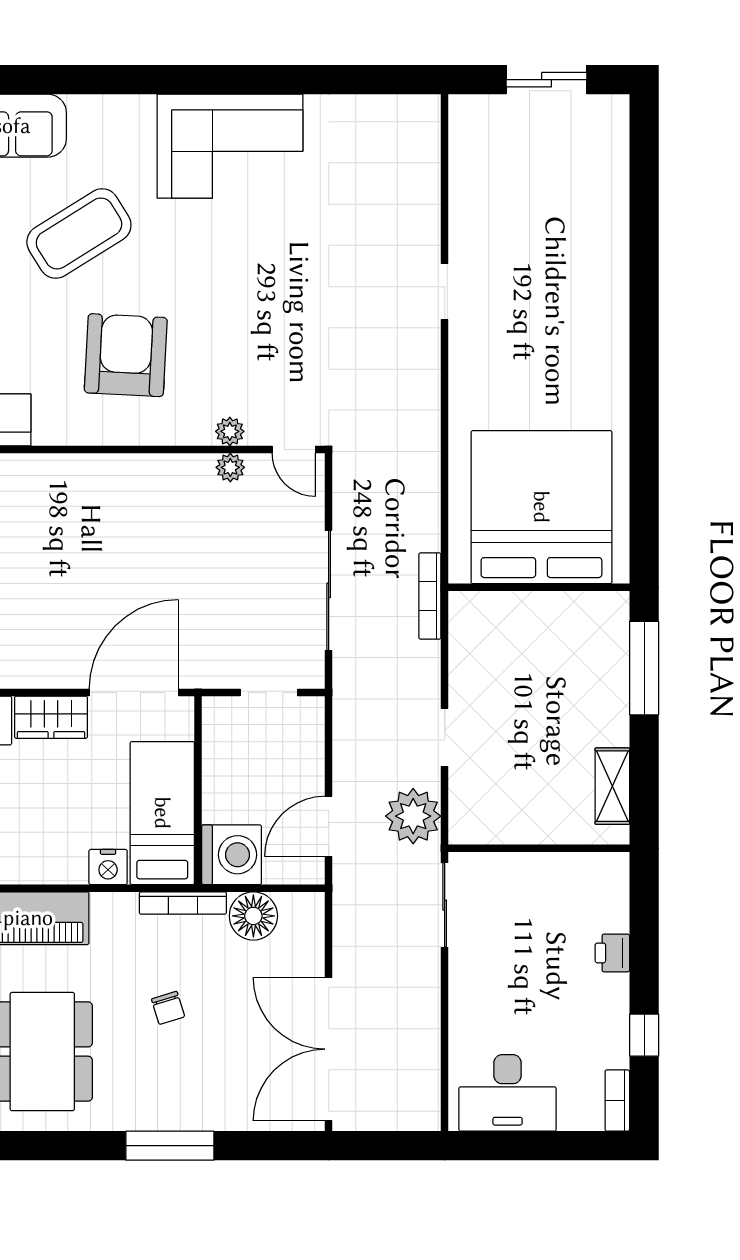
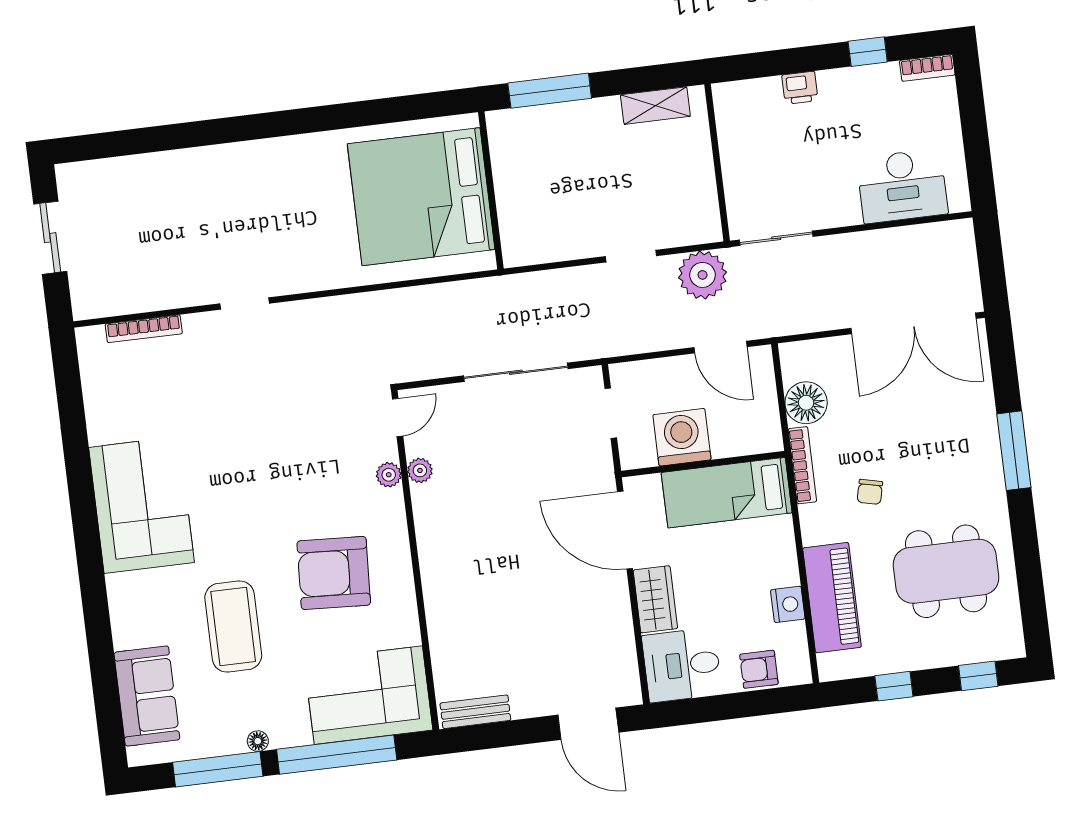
coffee table: (79, 233) -> (233, 626), turned 32
bookcase: (430, 596) -> (144, 329), moved
washing machine: (232, 855) -> (682, 437), moved
nightstand: (108, 867) -> (788, 604), moved
chair: (168, 1008) -> (870, 492), moved, turned 120
desk: (508, 1093) -> (902, 186), moved, turned 90

